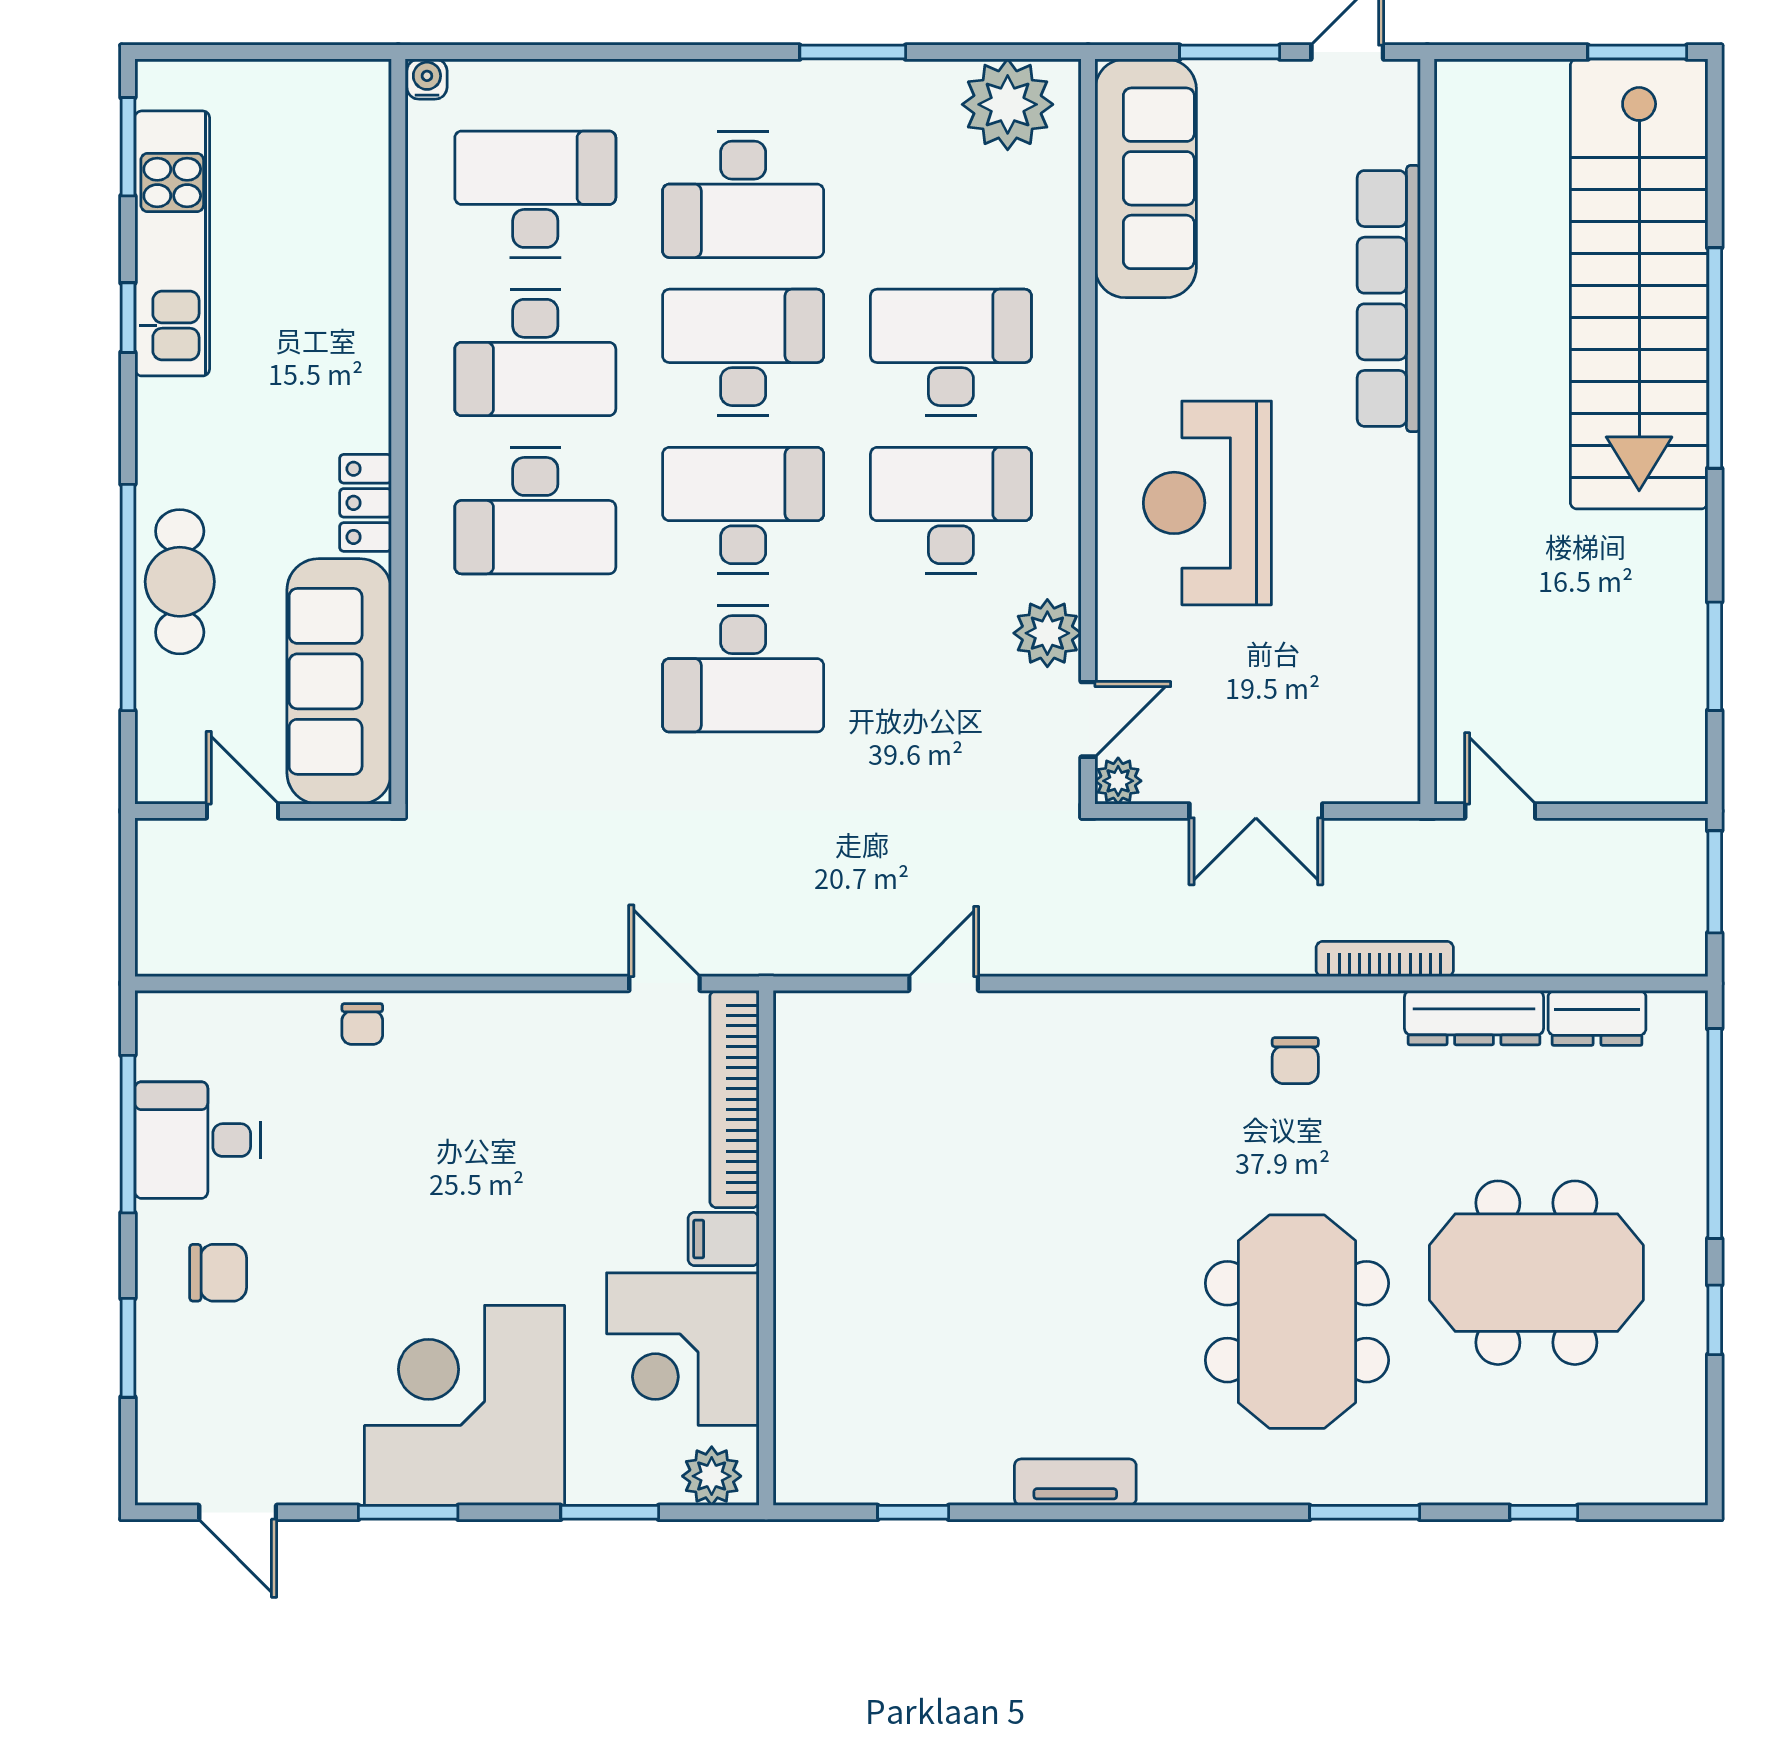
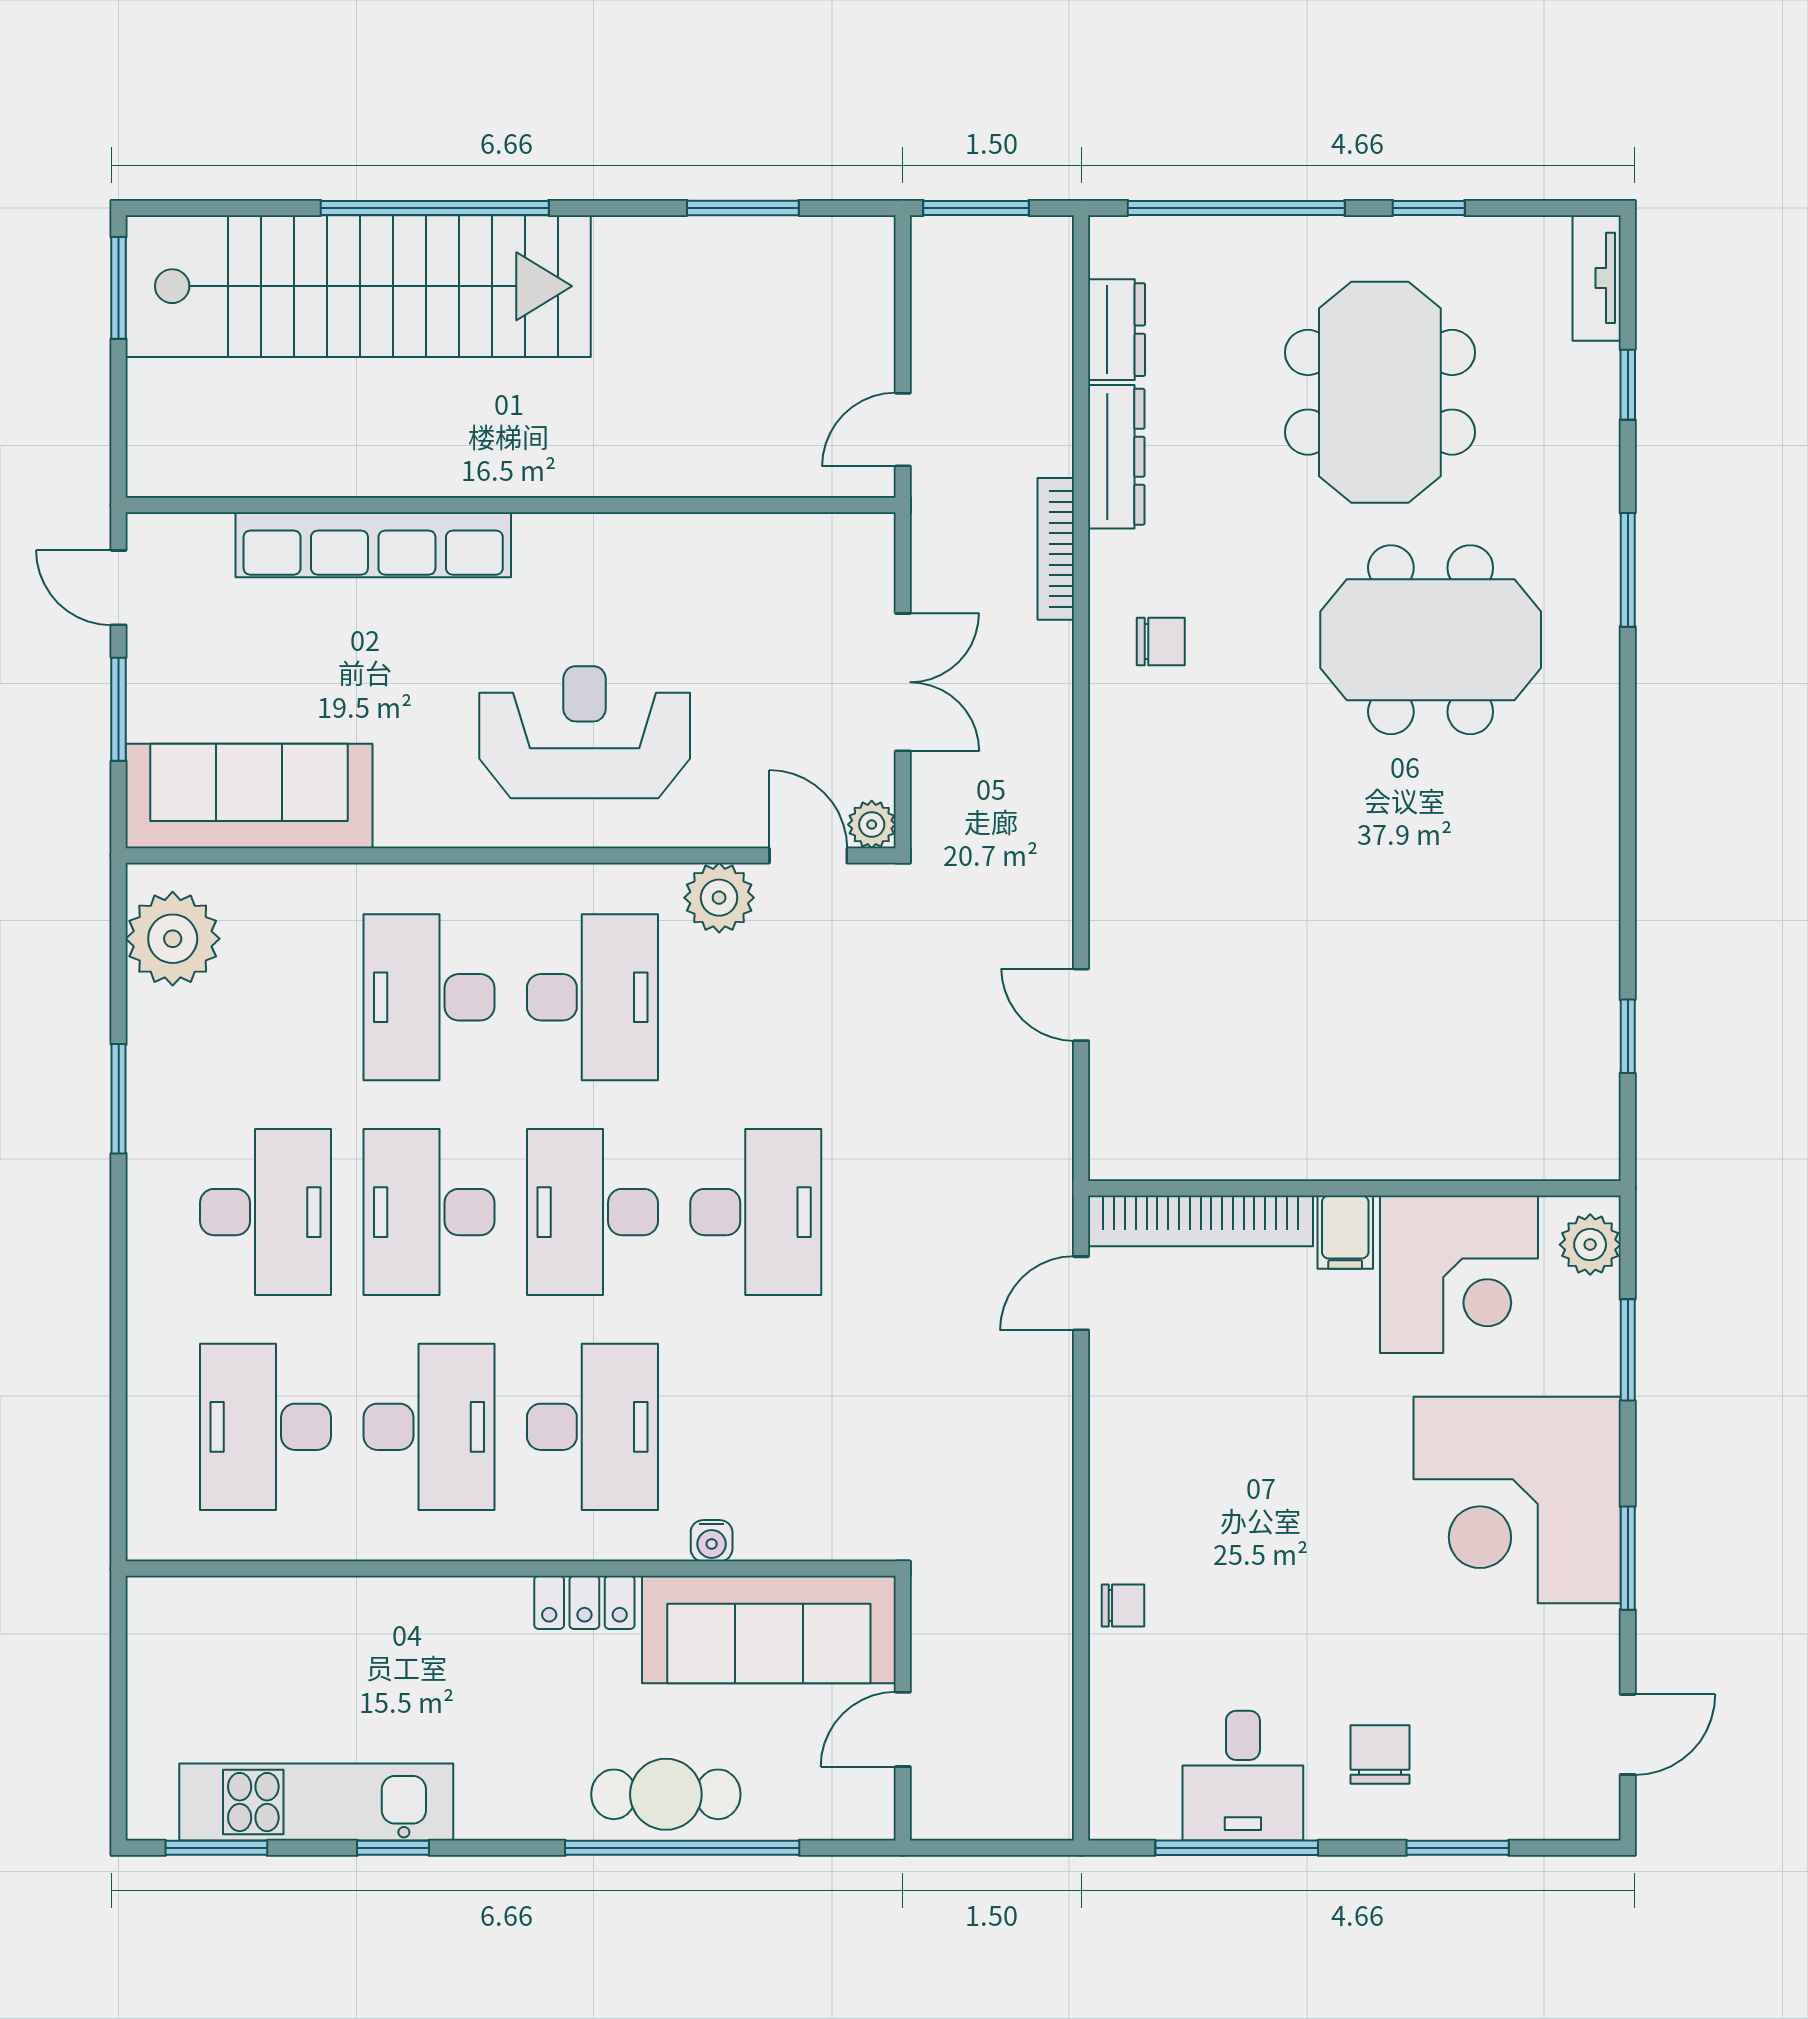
water cooler: (427, 79) -> (712, 1541), moved, turned -90
reception desk: (1207, 503) -> (585, 732), turned 180
desk: (951, 511) -> (592, 997), turned 180
tv unit: (1075, 1482) -> (1597, 278), moved

